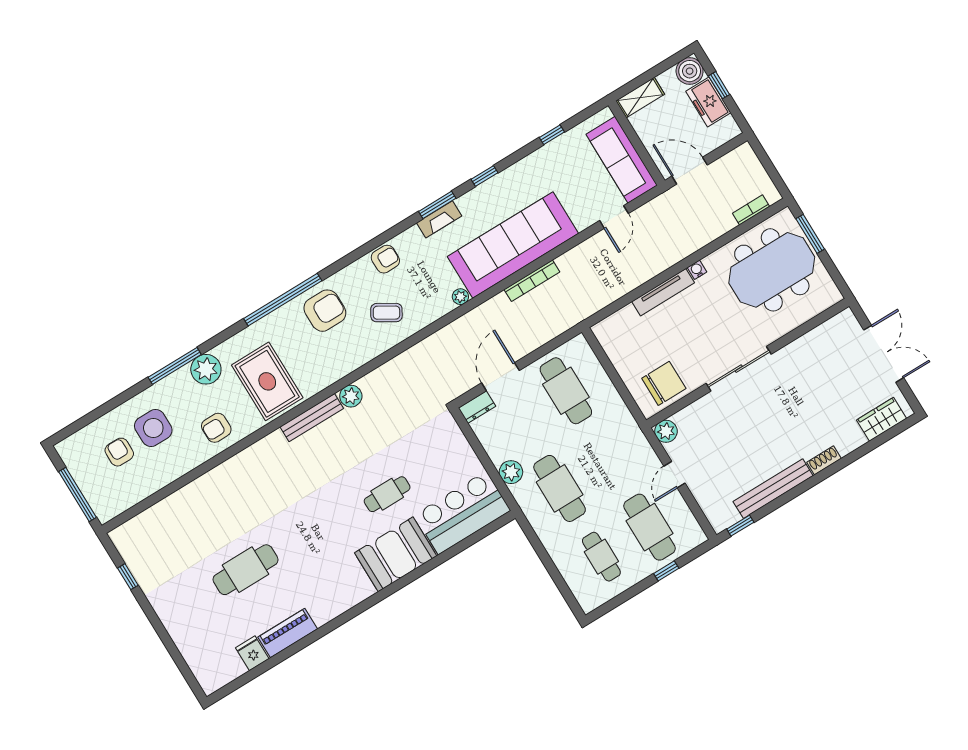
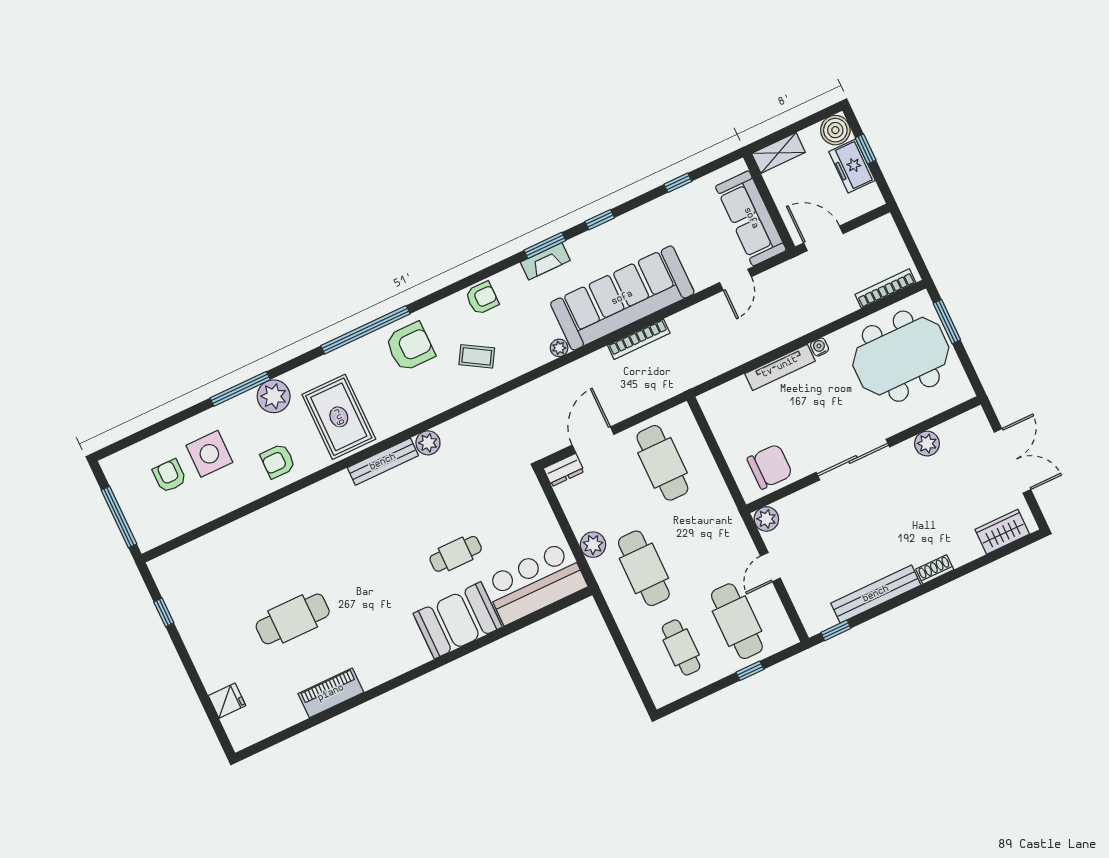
bookcase: (751, 210) -> (885, 288), width x1.56
plant: (804, 347) -> (927, 444), added
fridge: (252, 653) -> (227, 701), moved, turned 90

